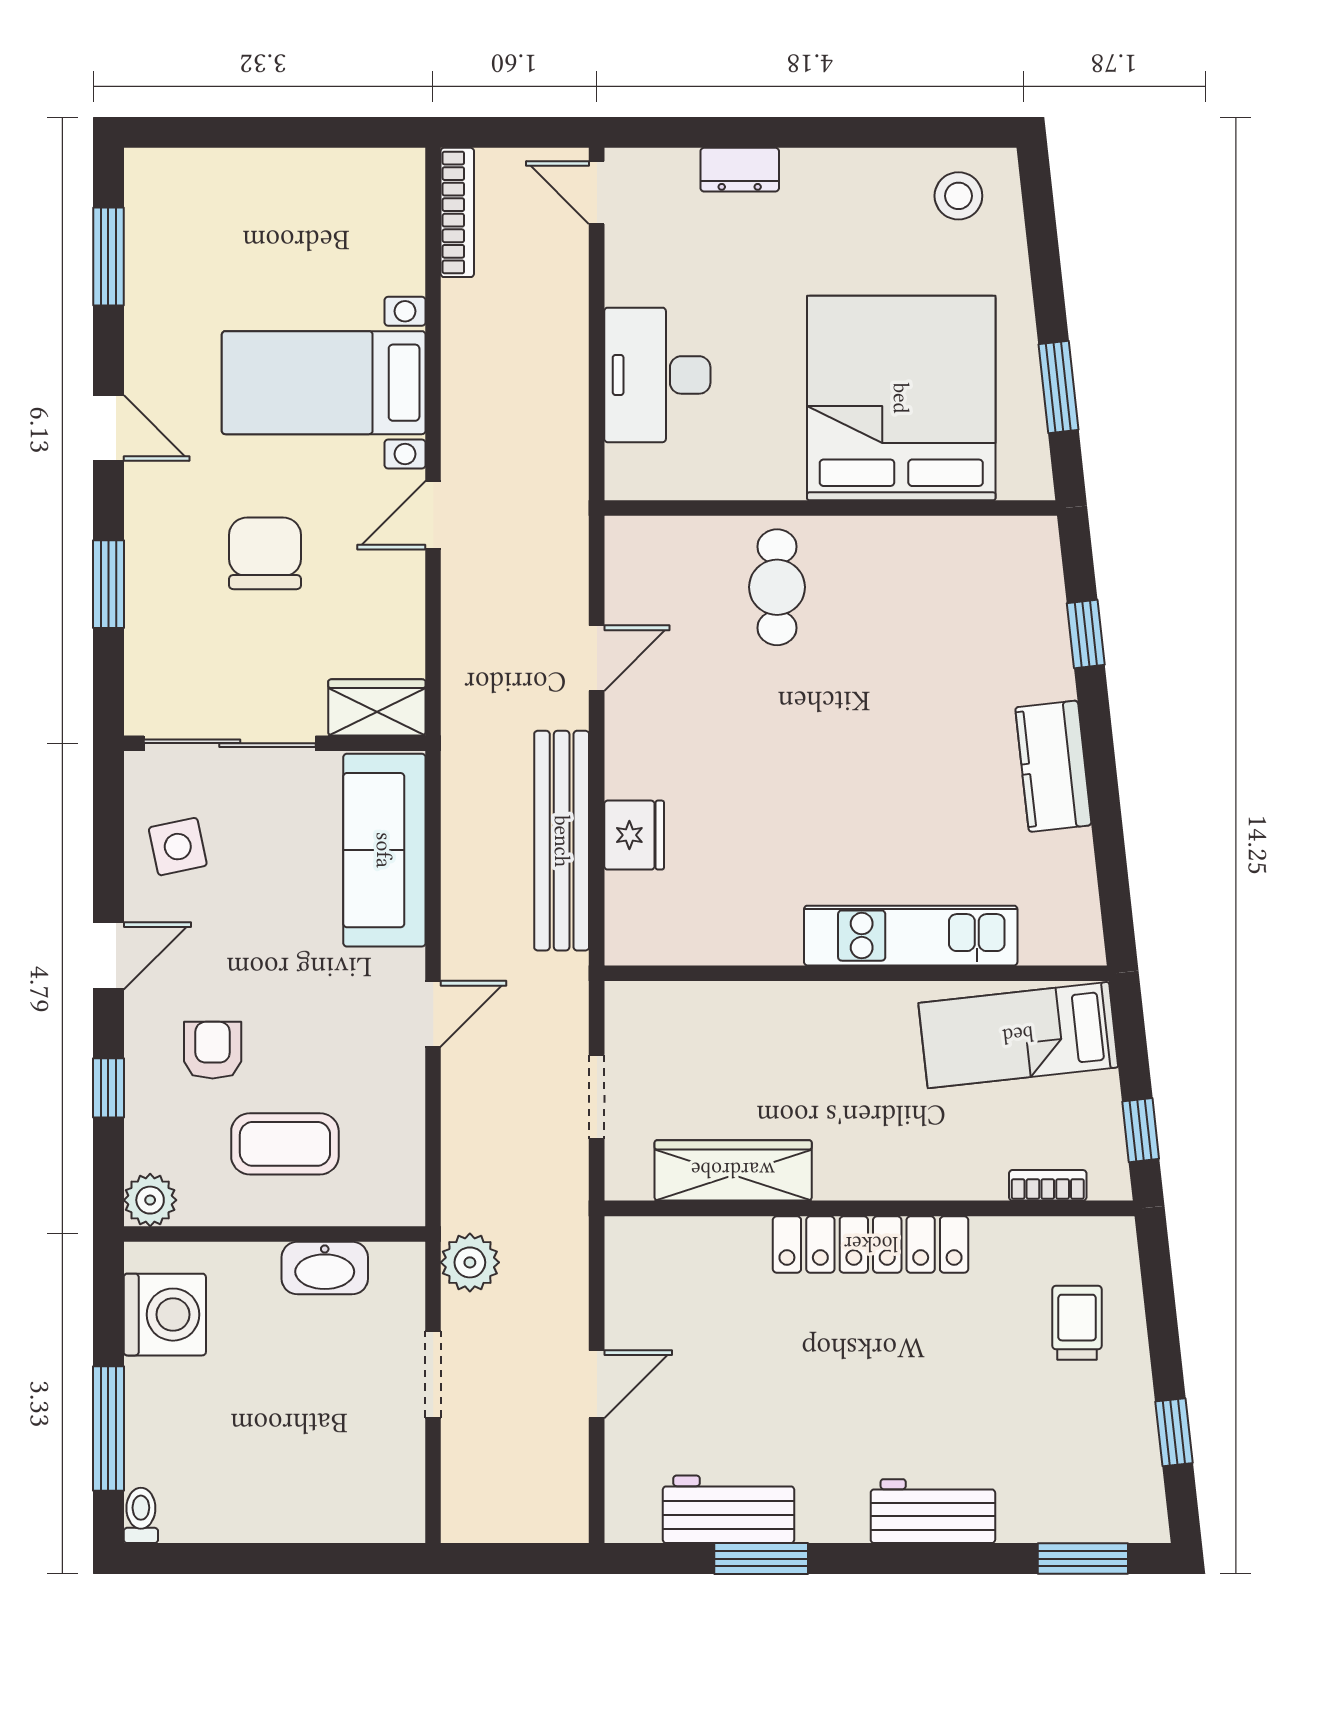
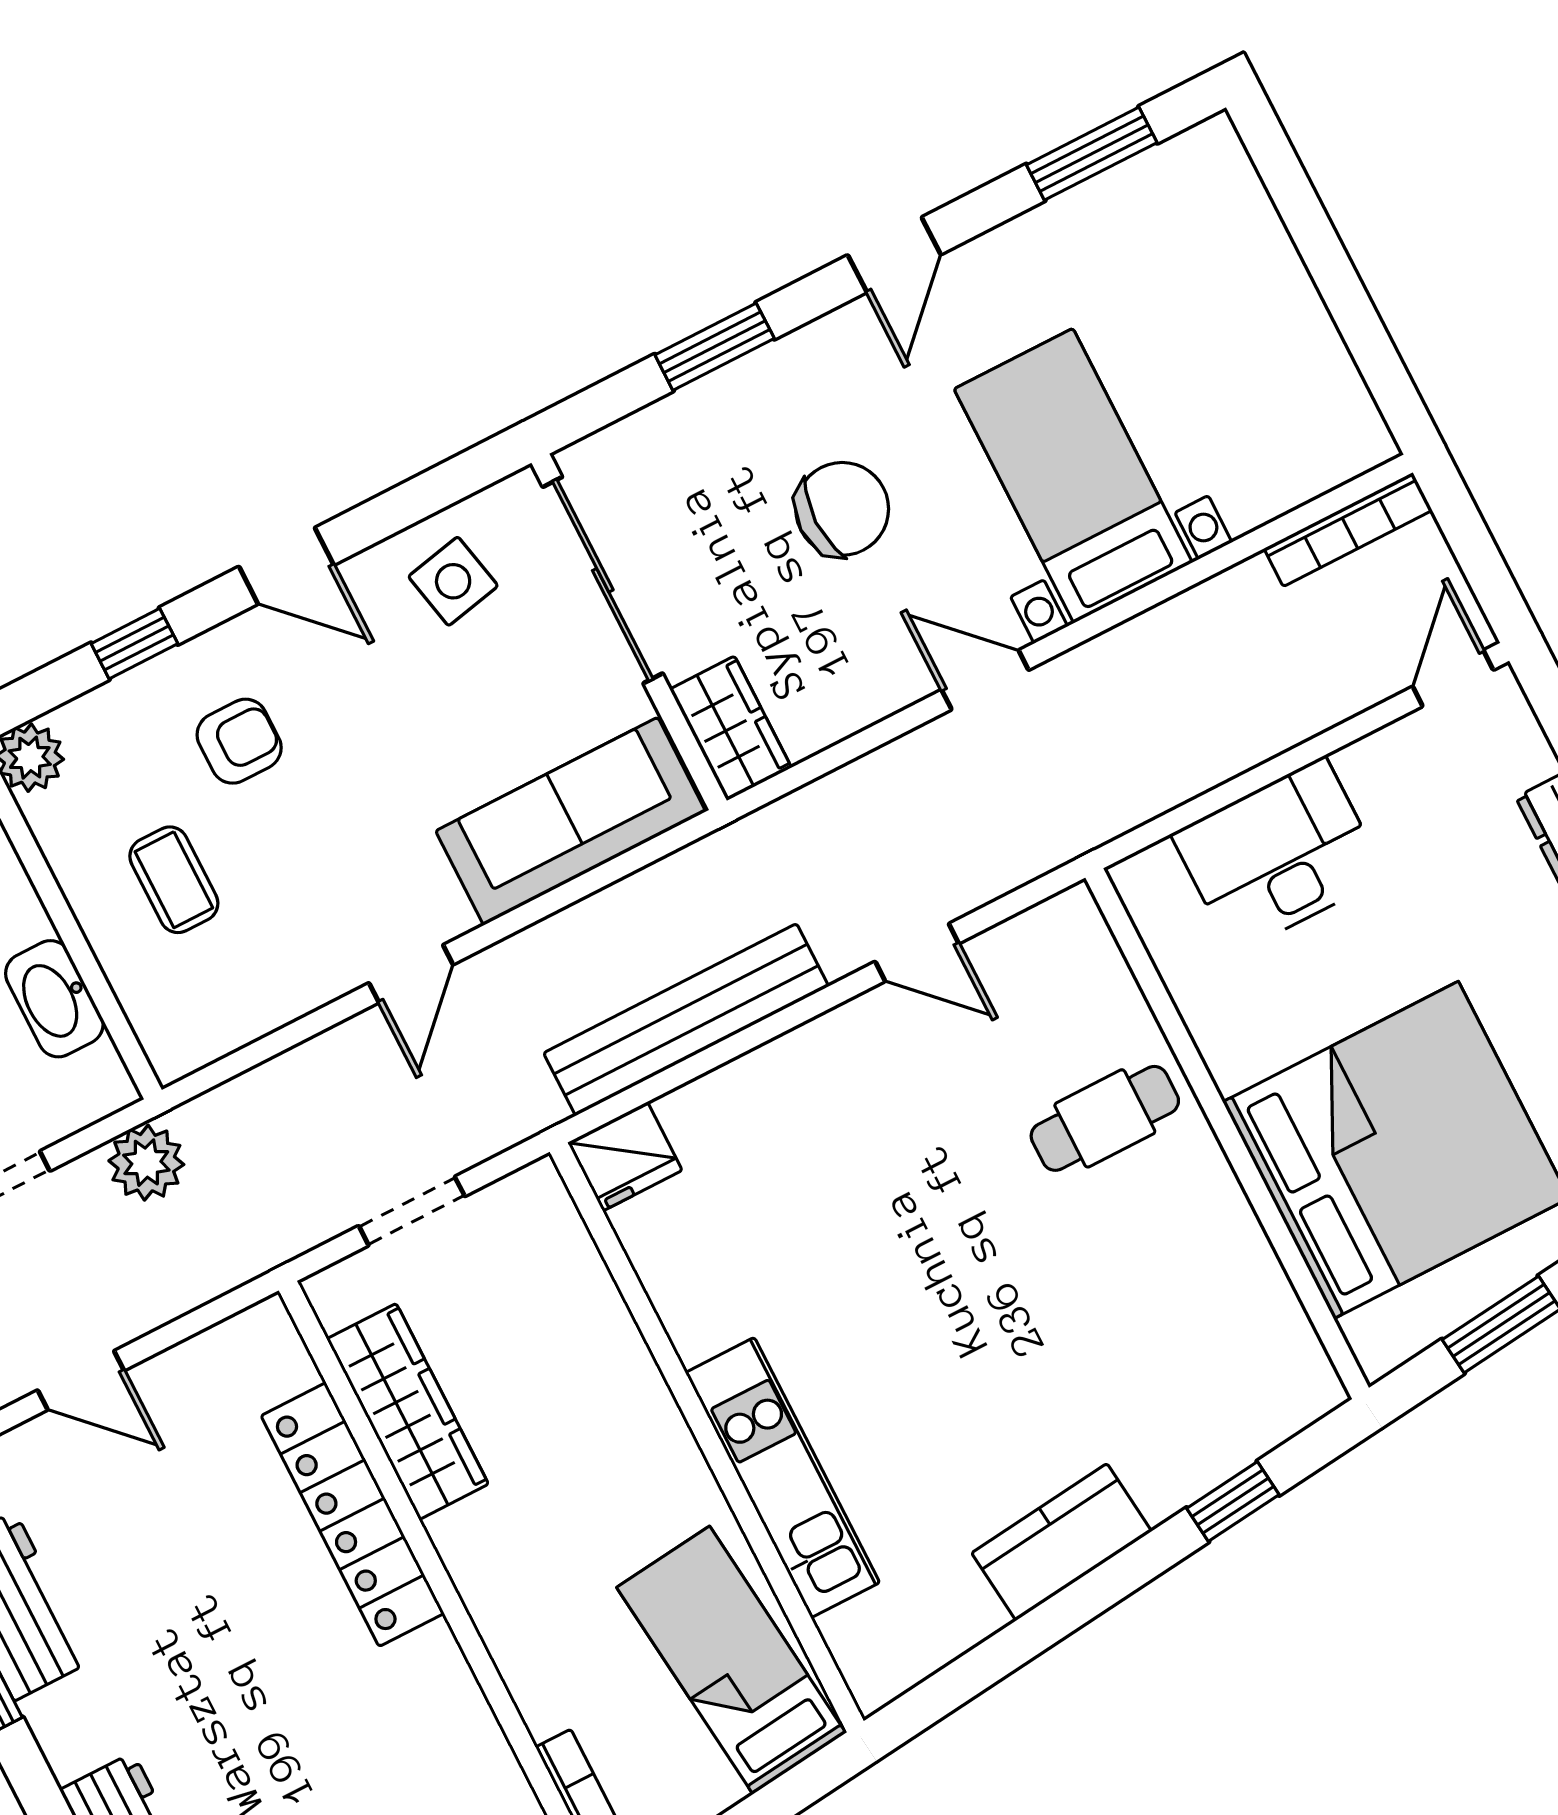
fridge: (634, 835) -> (625, 1156), moved
door: (433, 1014) -> (411, 974), hinge flipped
coffee table: (285, 1144) -> (174, 880), width x0.73, depth x0.77
locker: (871, 1244) -> (353, 1514), moved

